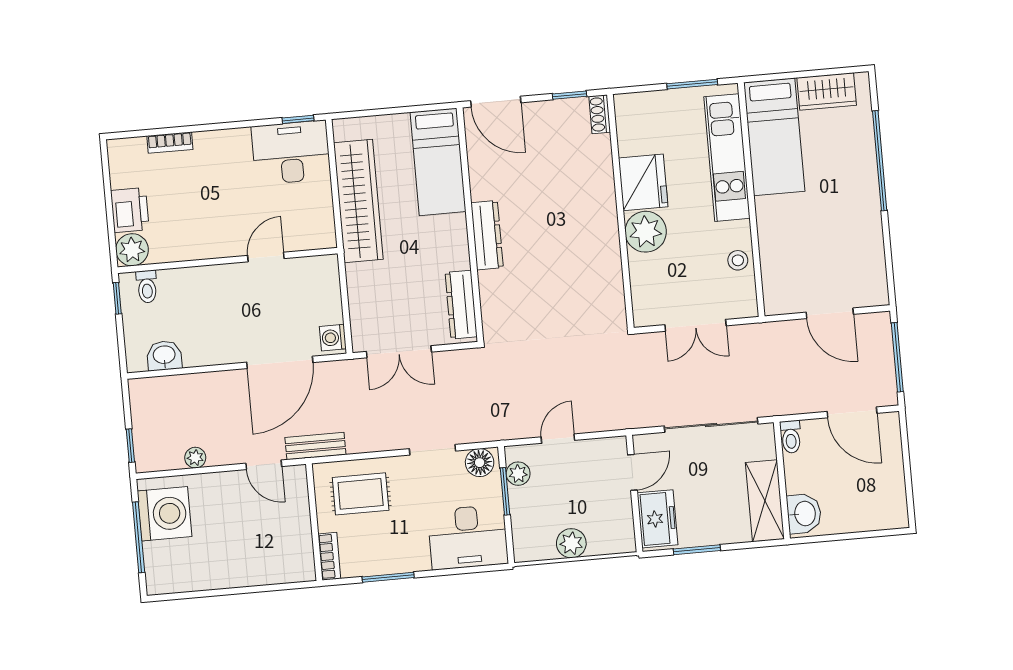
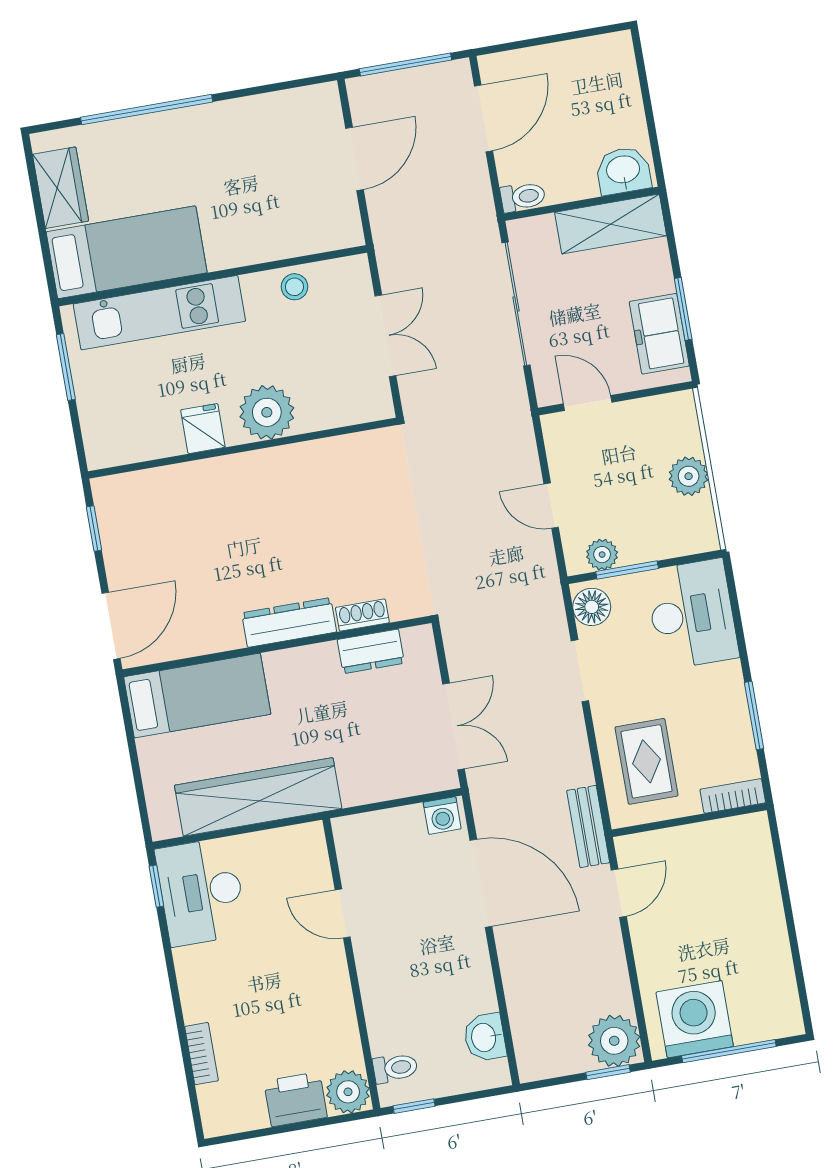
shoe rack: (600, 114) -> (362, 615), moved, turned 180
fridge: (643, 182) -> (203, 429), width x0.53, depth x0.75
dresser: (461, 305) -> (371, 651), width x0.70
plant: (195, 458) -> (614, 1041), moved, width x1.88, depth x1.88
freezer: (657, 519) -> (659, 334), moved, turned -90

